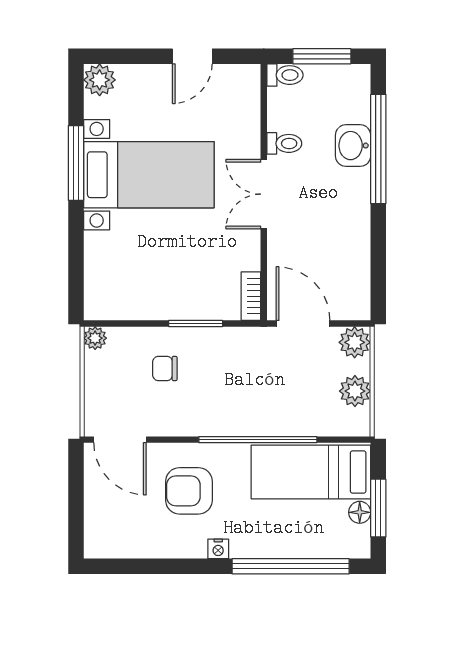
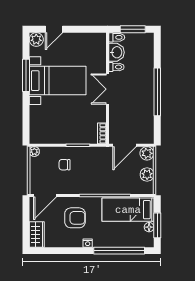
door: (192, 56) -> (54, 29), moved
washbasin: (353, 146) -> (116, 52), moved, turned 180
window: (378, 149) -> (157, 92), moved
door: (303, 324) -> (125, 145), swing flipped
door: (120, 440) -> (45, 196), hinge flipped
armchair: (189, 491) -> (75, 218), turned 180
wardrobe: (101, 529) -> (37, 234), added

